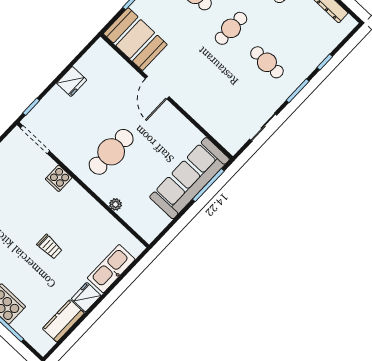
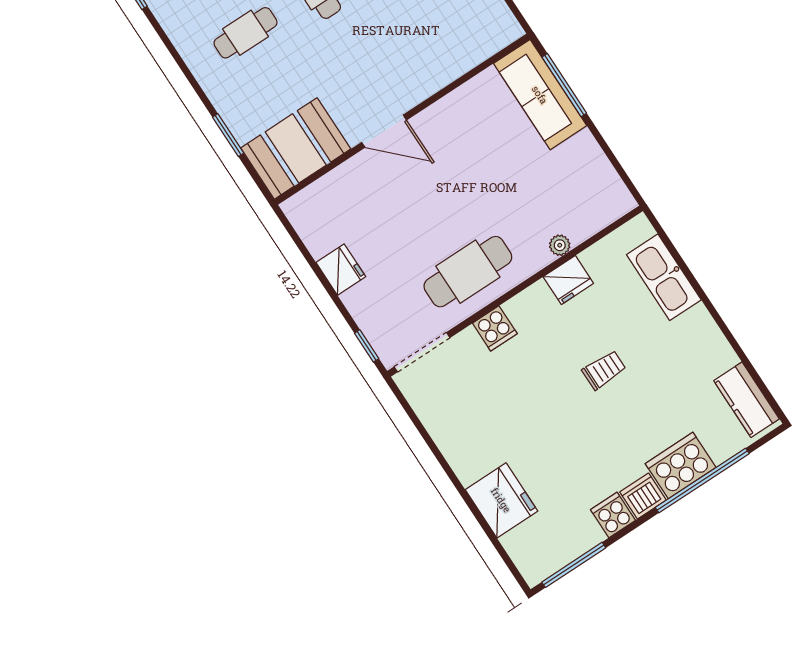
cafe table: (111, 152) -> (468, 272), moved, turned 90
sofa: (190, 178) -> (540, 95), width x0.74, depth x0.79
fridge: (86, 297) -> (568, 280), moved, turned -90
kitchen counter: (63, 321) -> (747, 400), moved

